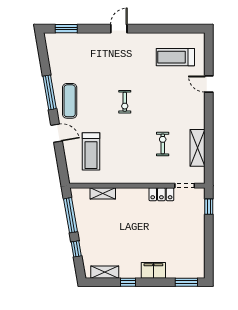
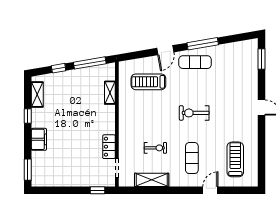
exercise bike: (125, 102) -> (194, 113), width x1.38, depth x1.39
exercise mat: (174, 104) -> (192, 158), added

